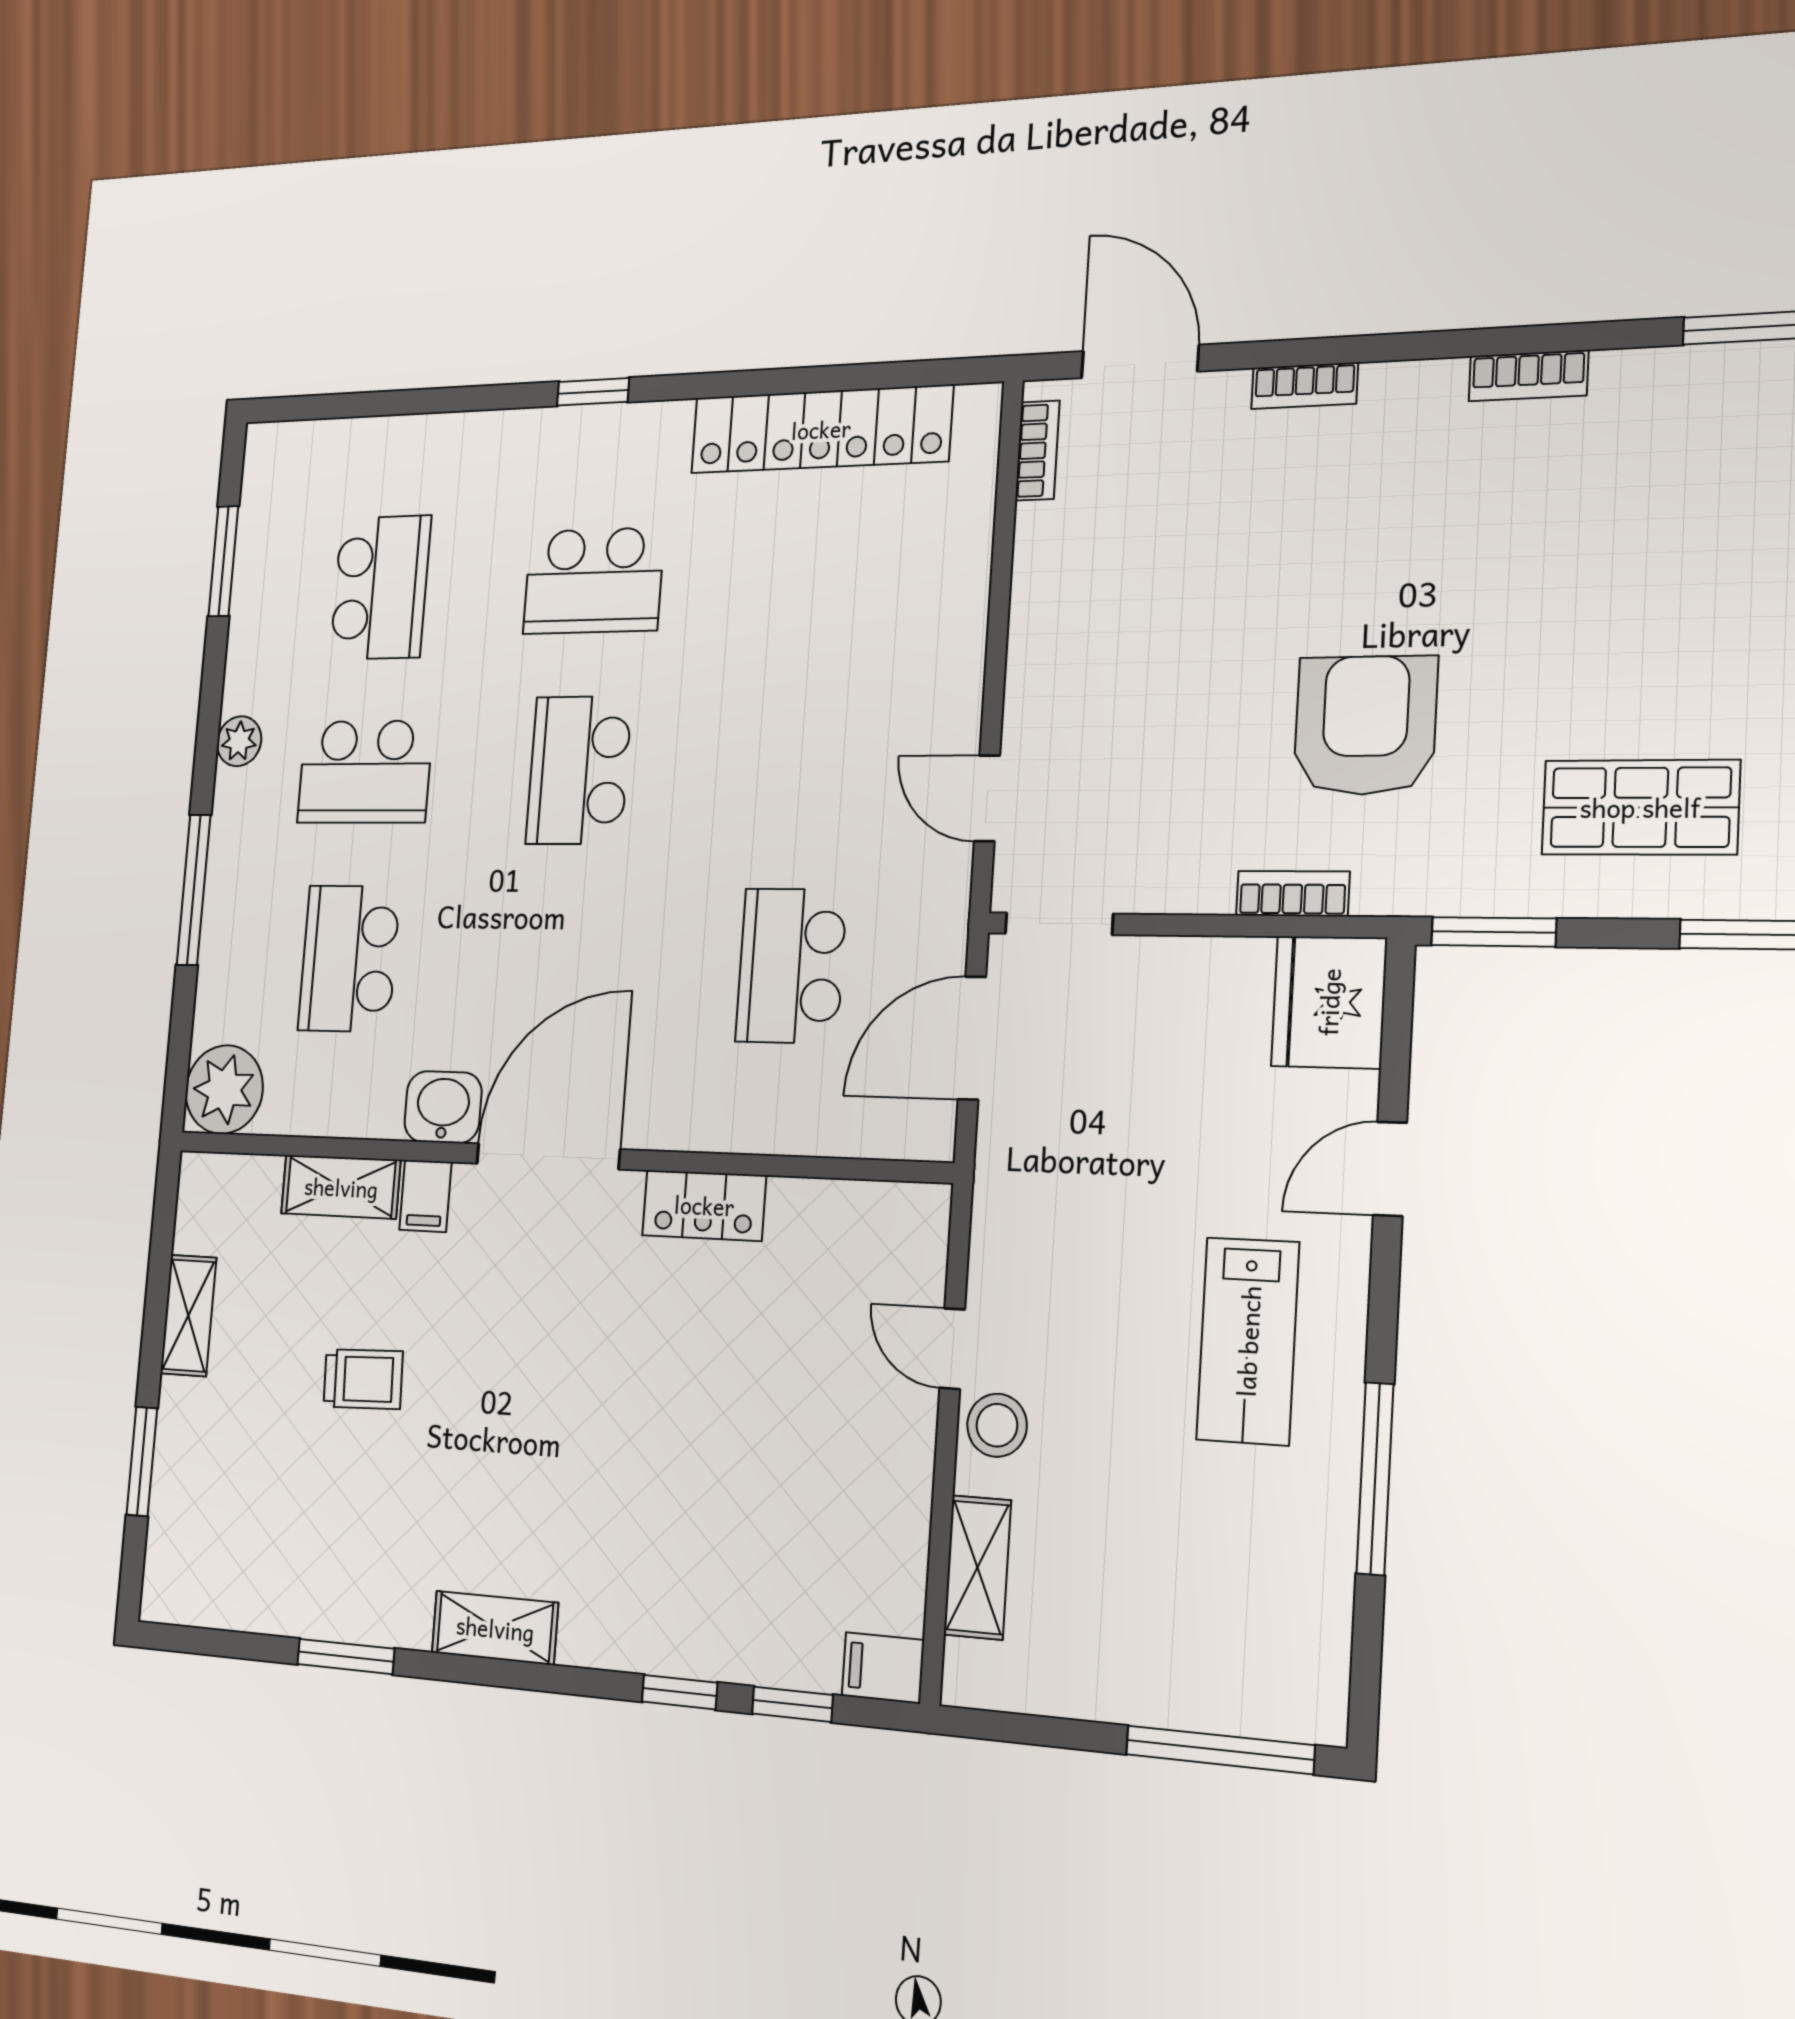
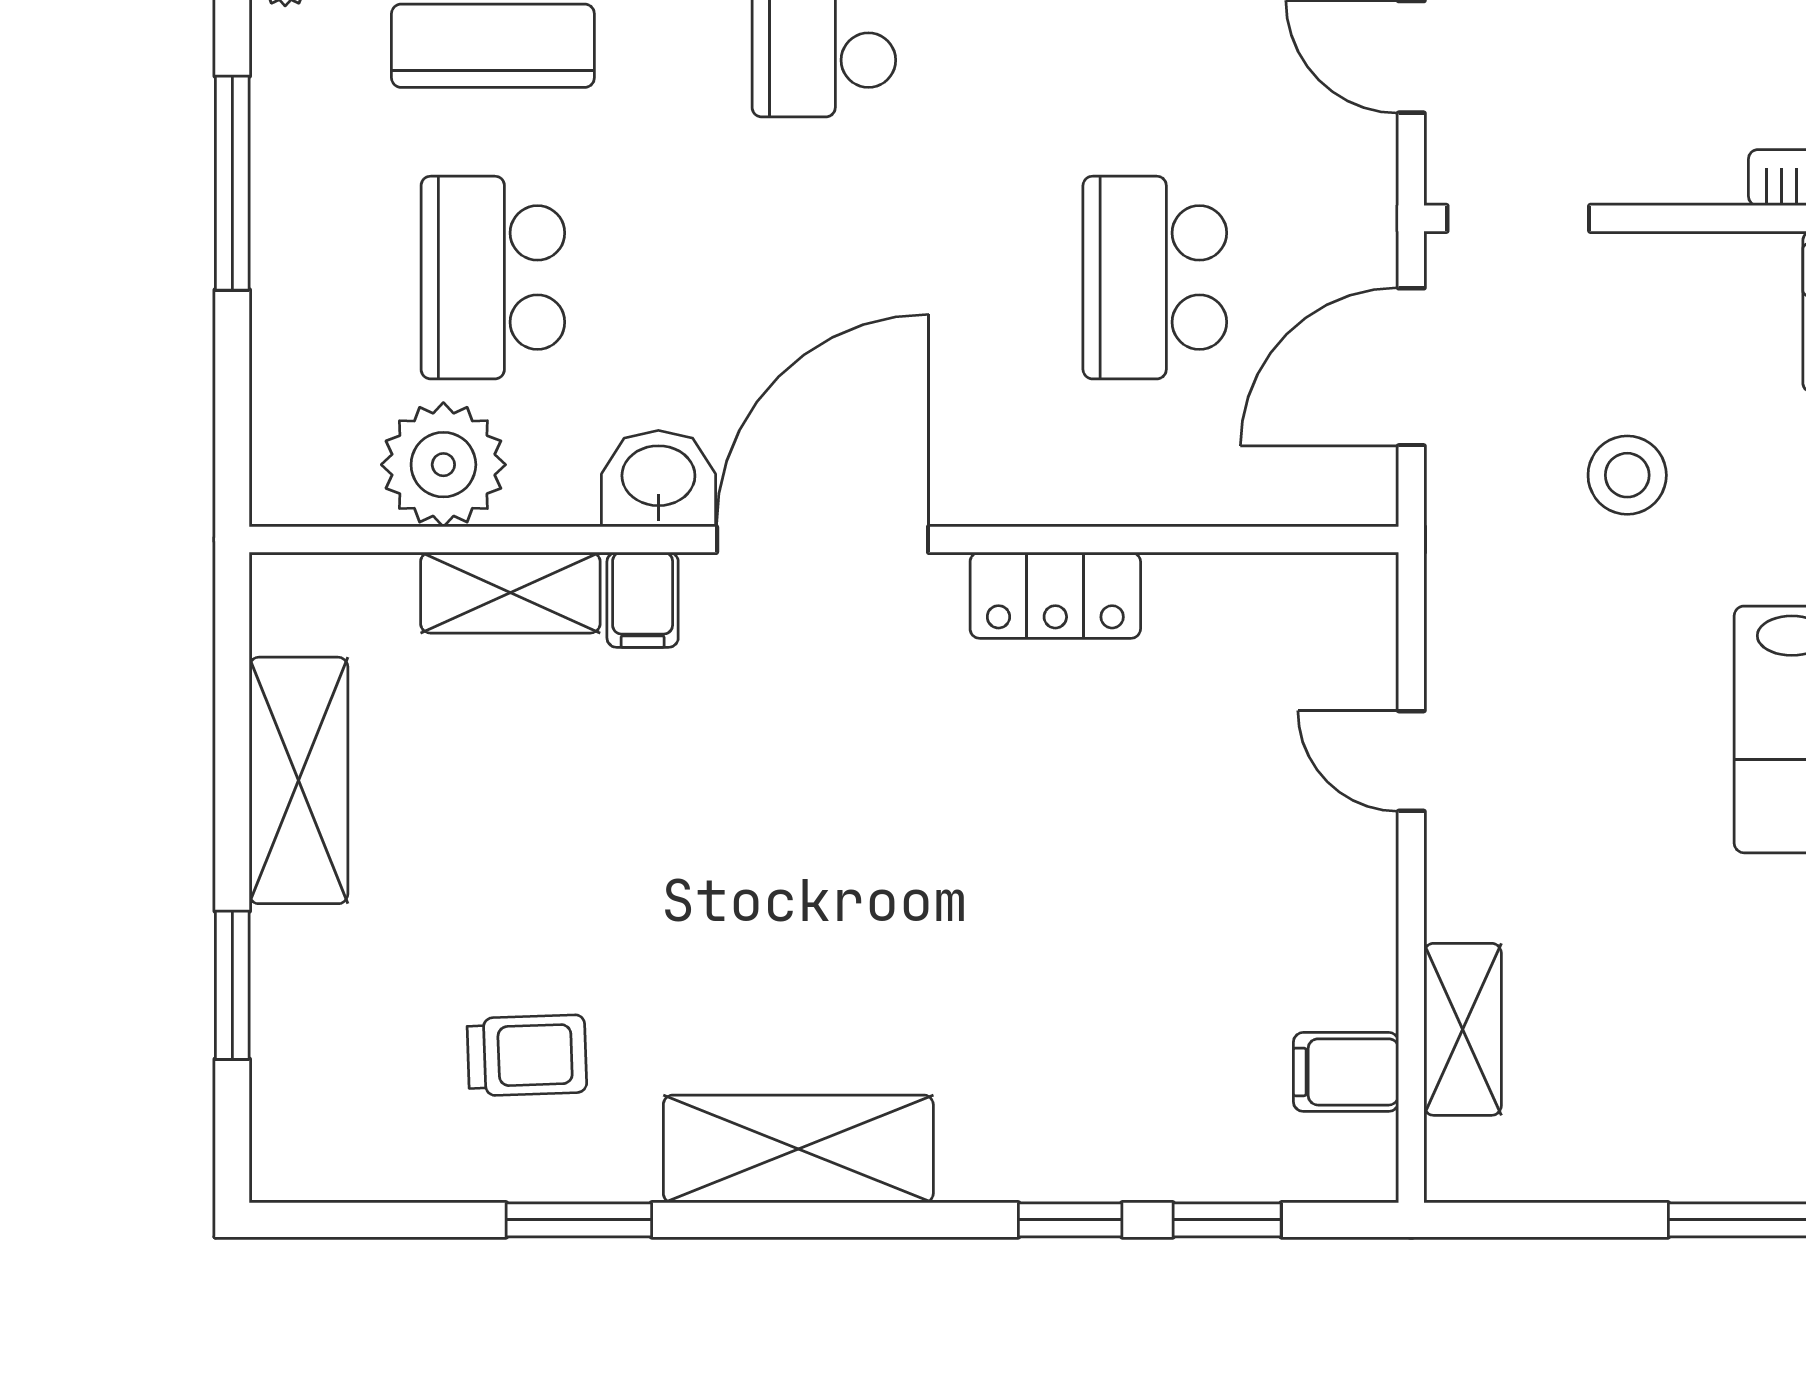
plant: (224, 1090) -> (443, 465), moved
shelving: (188, 1316) -> (298, 780), width x1.50, depth x1.33
trolley: (363, 1379) -> (527, 1055), moved
stool: (997, 1425) -> (1627, 475), moved
shelving: (495, 1628) -> (798, 1149), width x1.50, depth x1.33
filing cabinet: (883, 1668) -> (1346, 1072), moved

